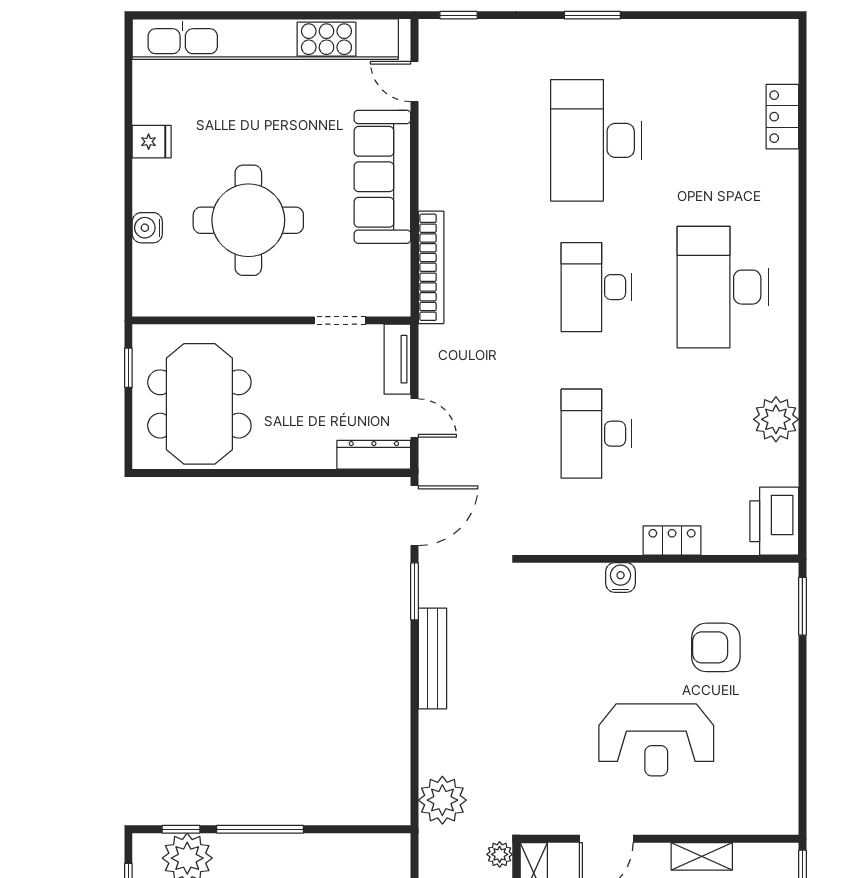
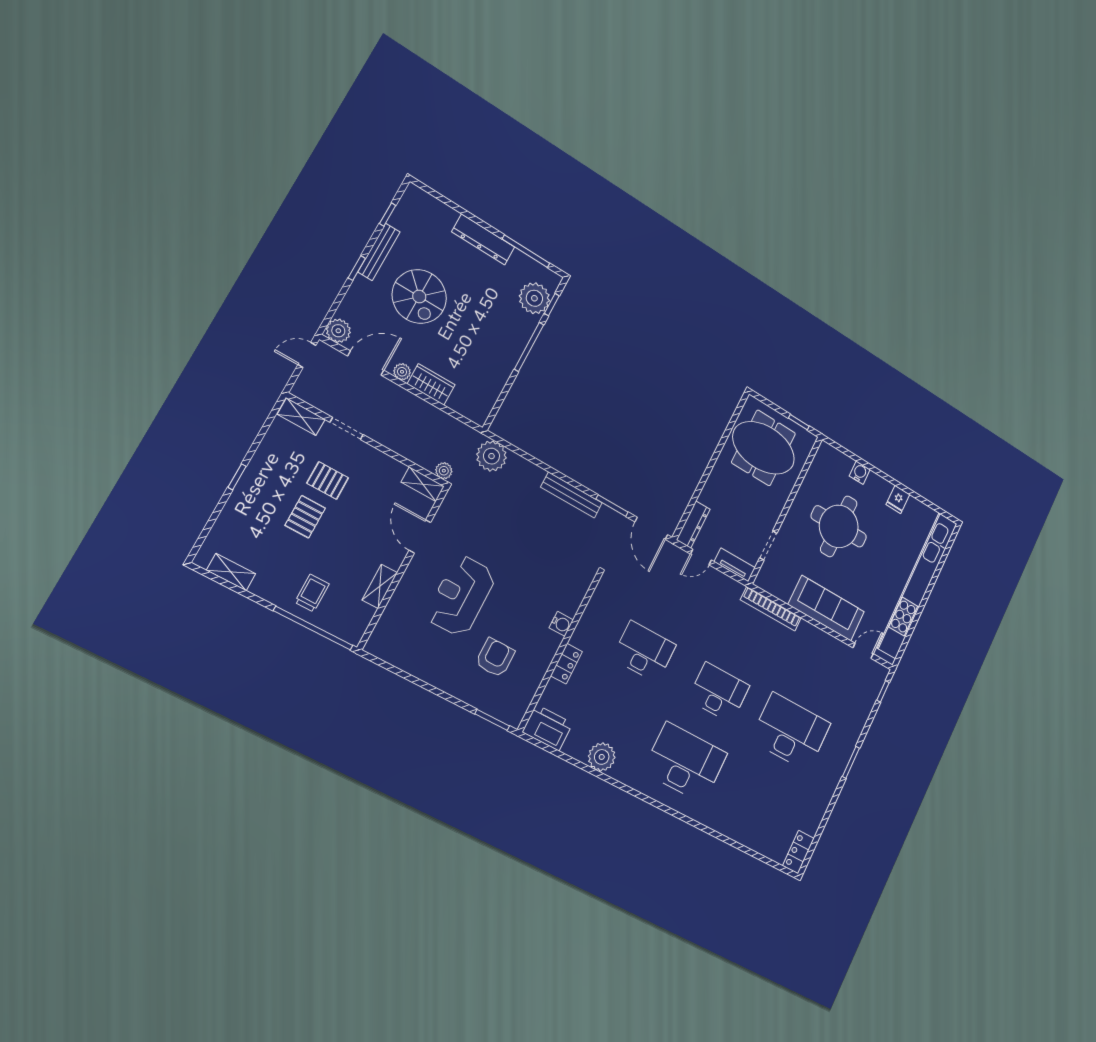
locker: (782, 117) -> (798, 852), moved, turned -90

